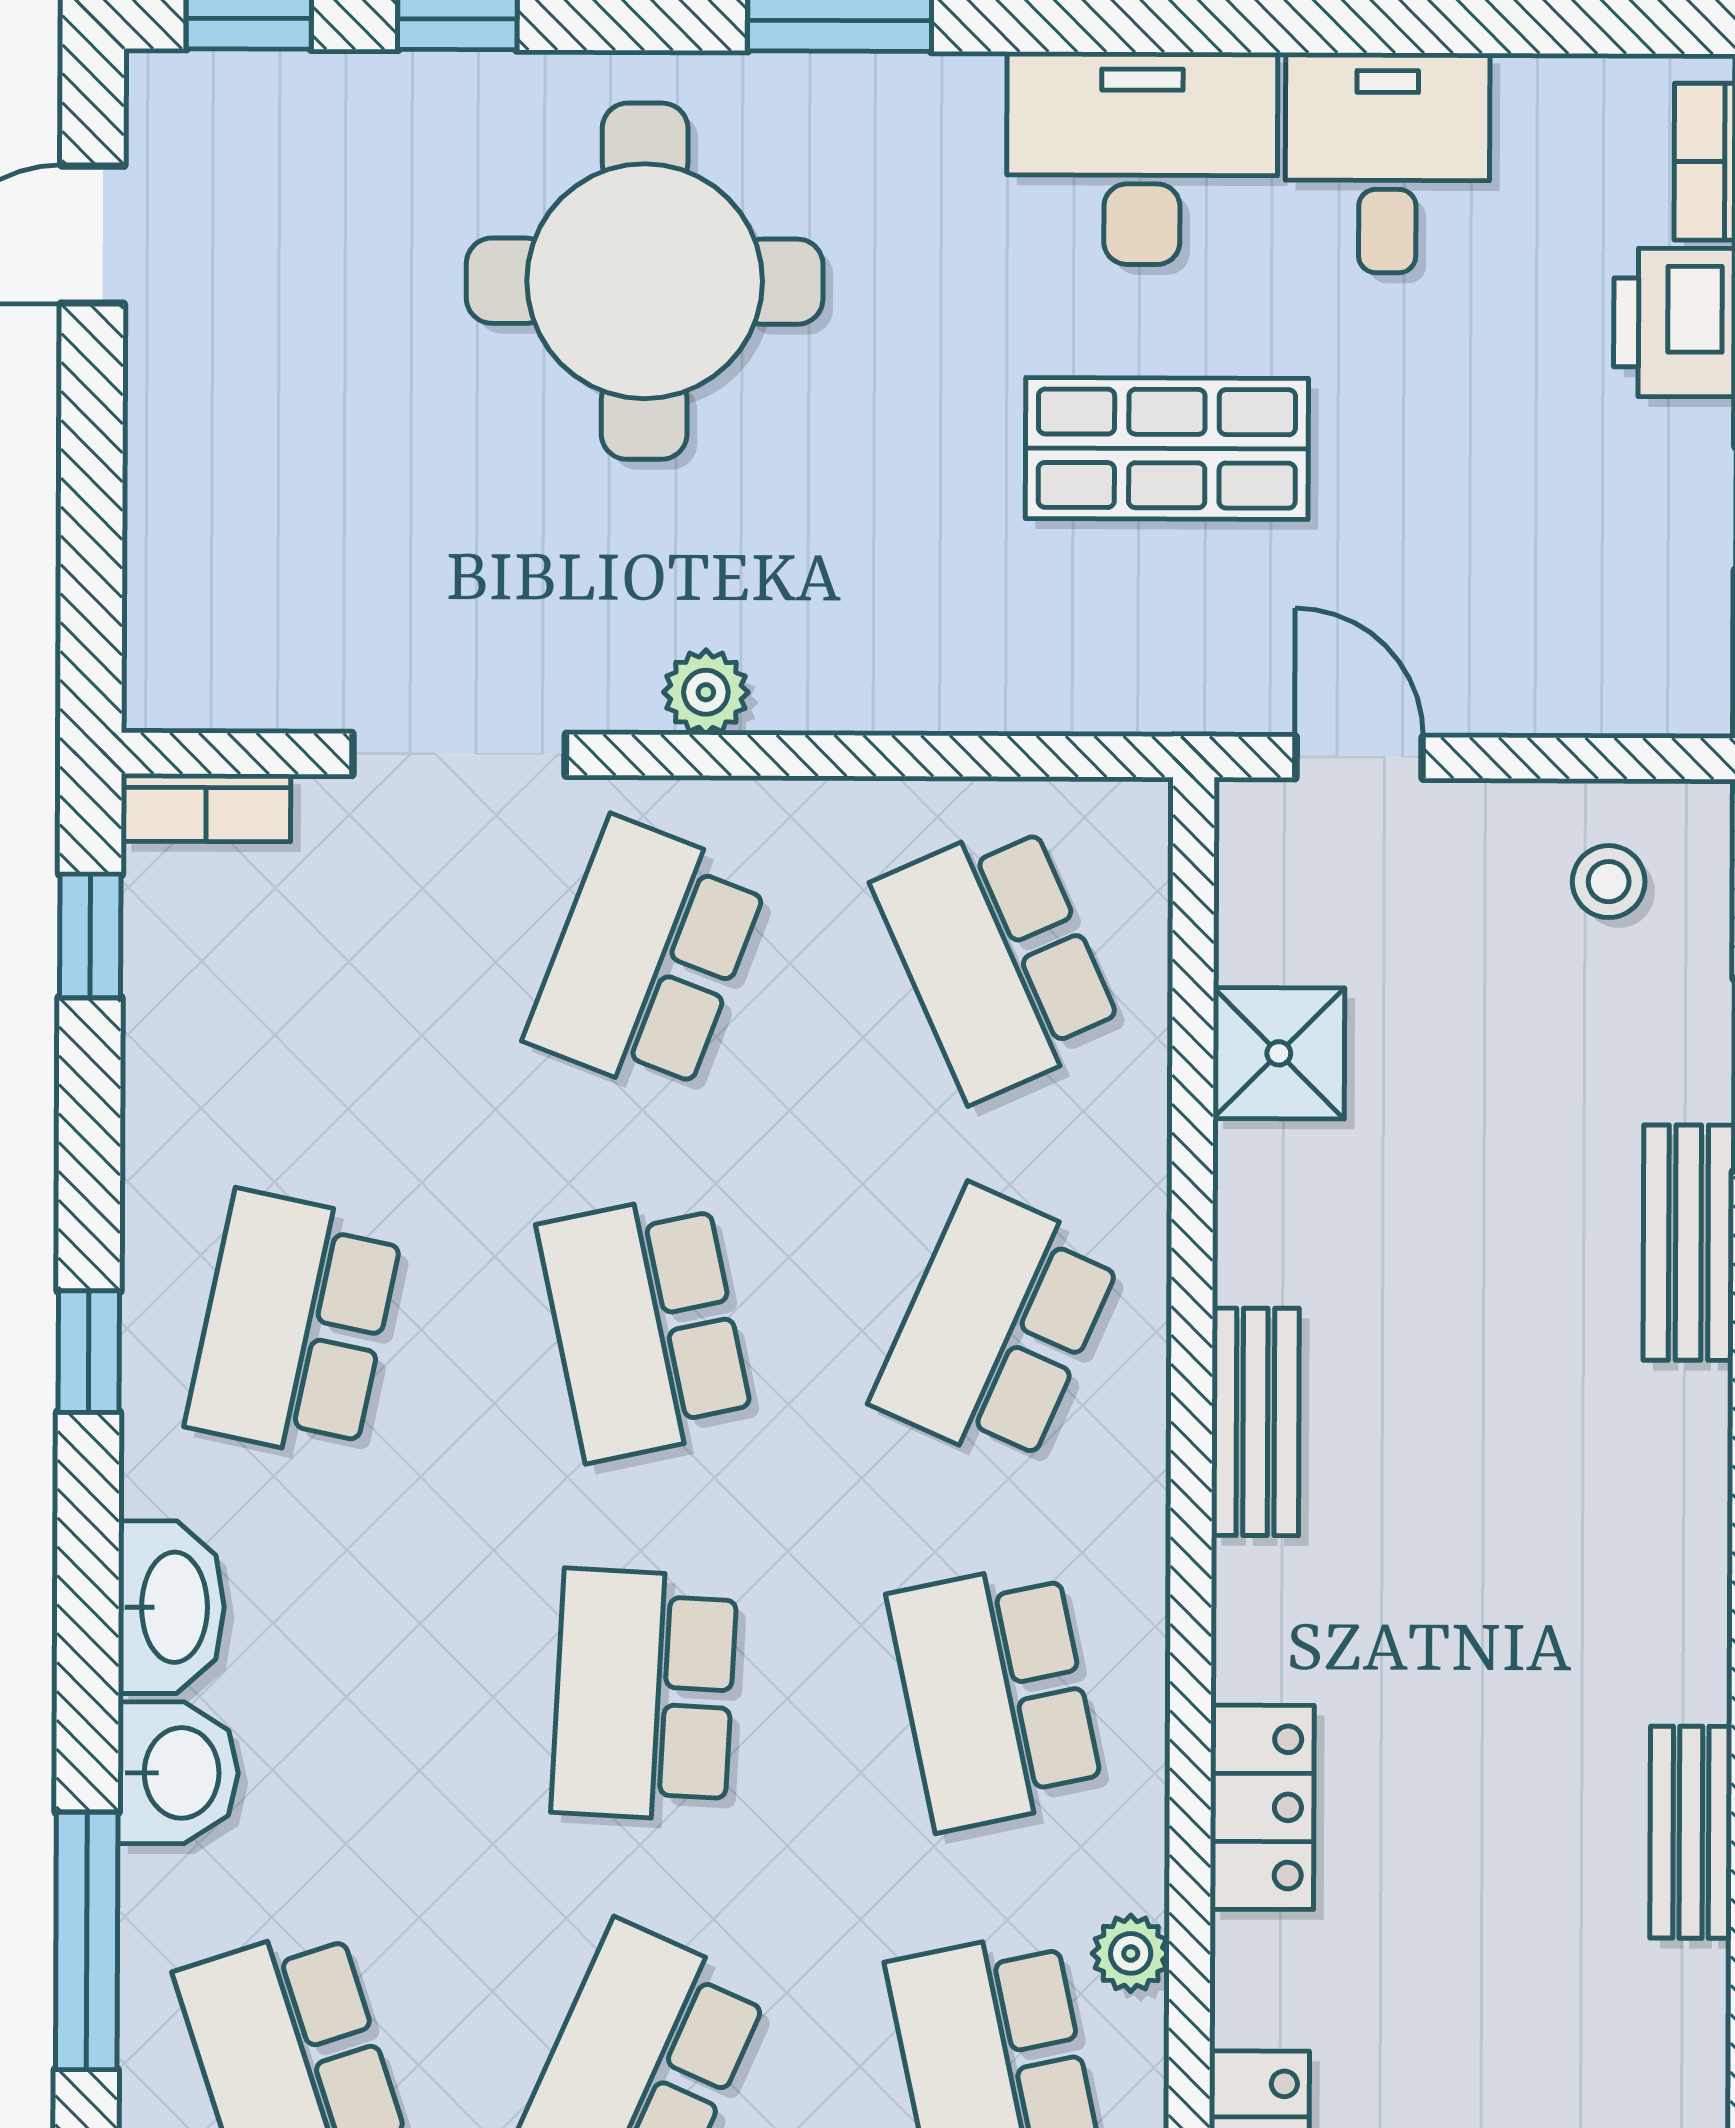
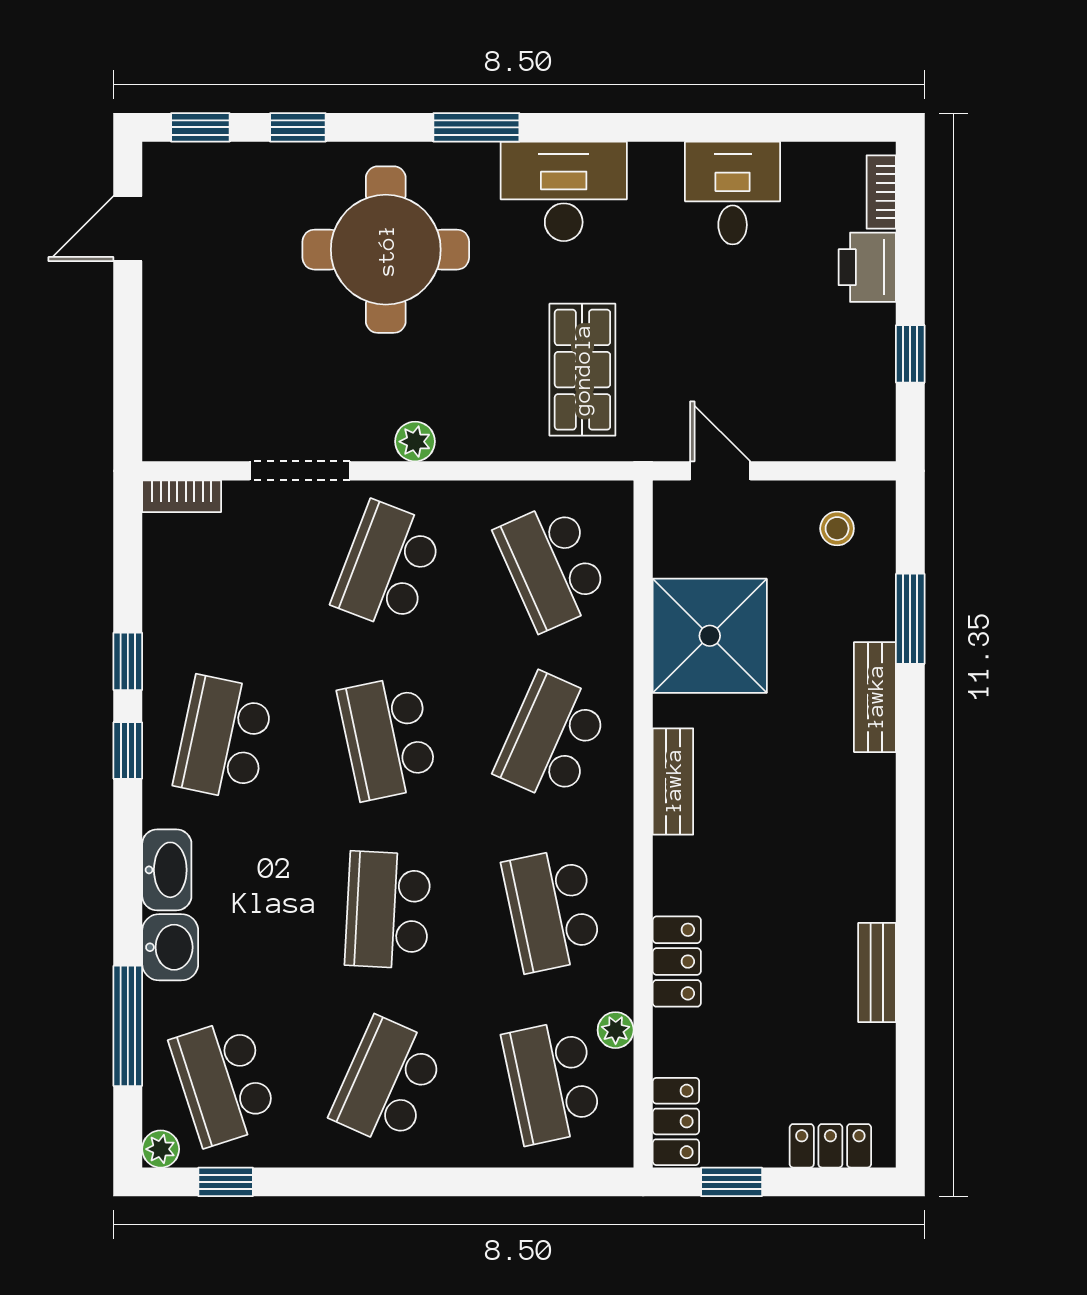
desk: (1142, 158) -> (564, 191), moved
shop shelf: (1167, 449) -> (582, 370), moved, turned 90
window: (90, 936) -> (128, 661), moved
shower: (1279, 1053) -> (710, 636), width x1.86, depth x1.86

